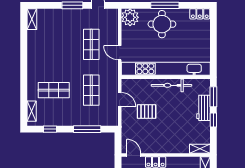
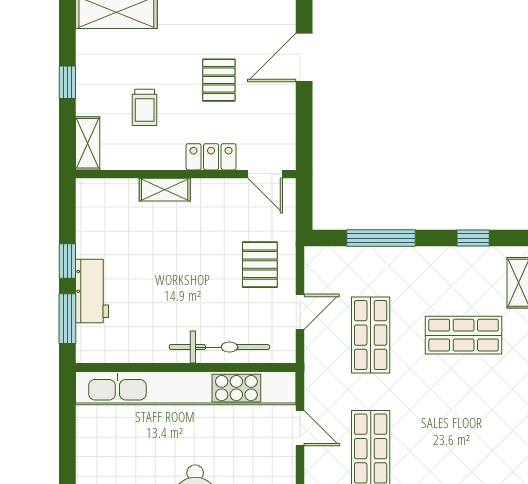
bicycle: (171, 85) -> (219, 347), moved
door: (120, 99) -> (300, 312), swing flipped
pallet: (147, 112) -> (260, 265), moved, turned 90
shelving: (200, 149) -> (165, 190), moved

